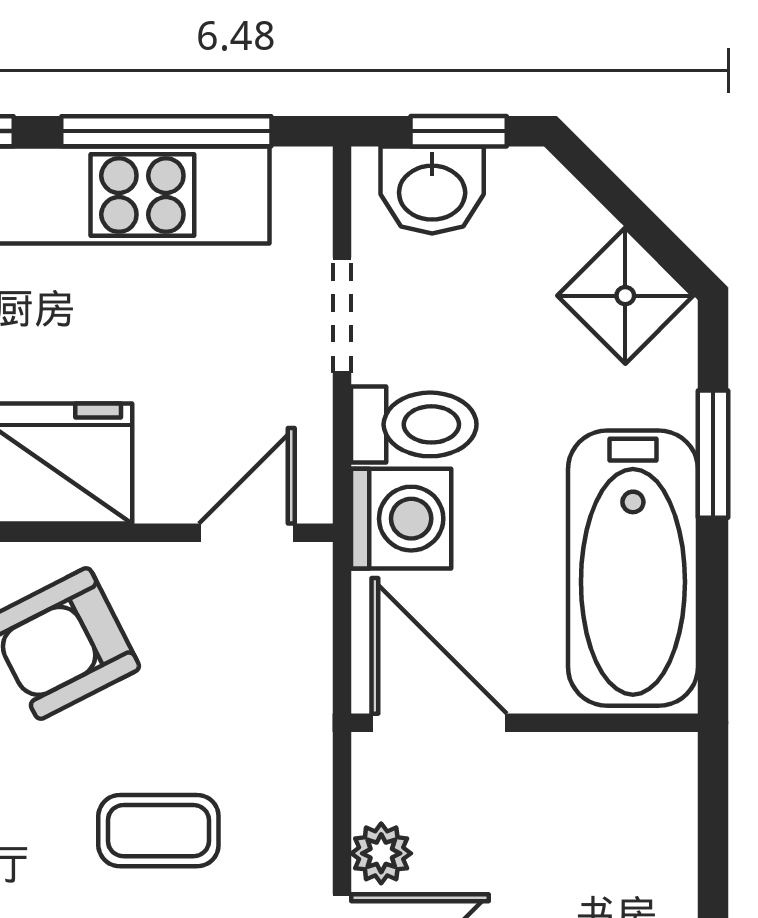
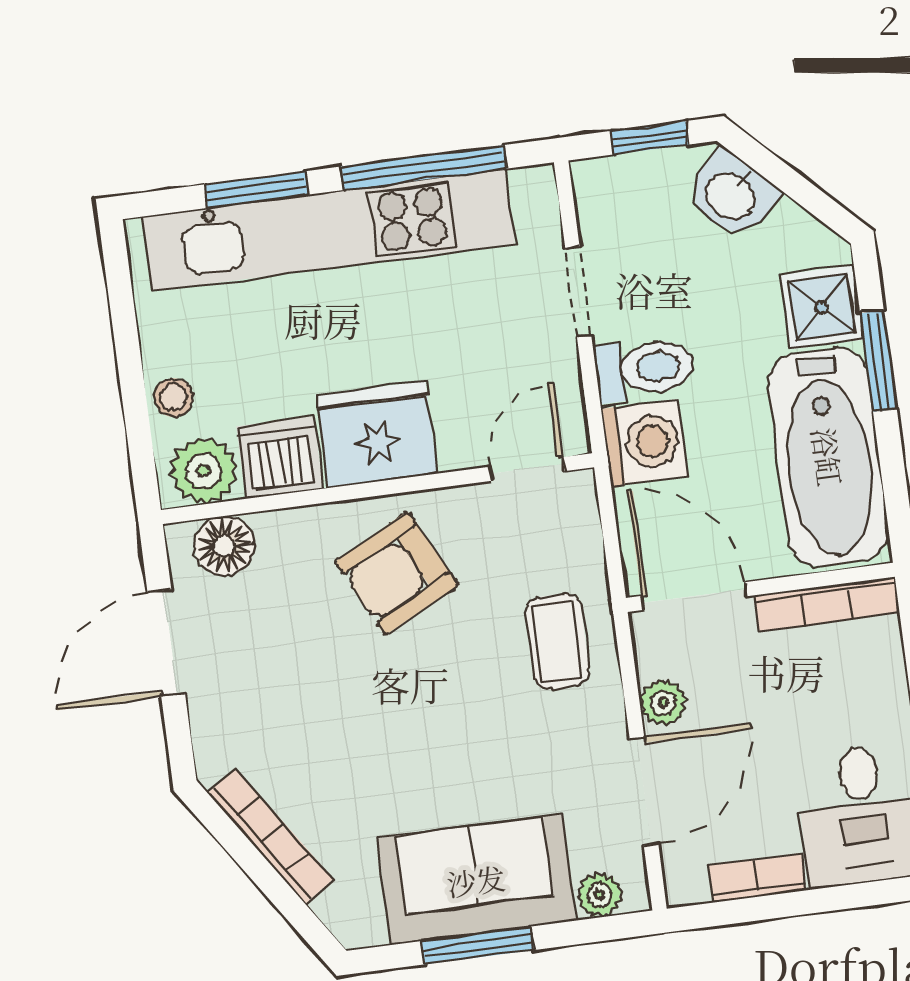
washbasin: (432, 190) -> (732, 195), moved, turned 45
shower: (625, 296) -> (822, 307), moved, turned 45
bookcase: (606, 755) -> (827, 604), added
coffee table: (158, 831) -> (557, 642), moved, turned 90

